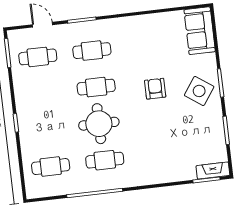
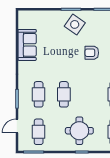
sofa: (200, 31) -> (27, 45), moved, turned -90
armchair: (155, 89) -> (92, 53), moved
round table: (99, 124) -> (79, 131), moved

